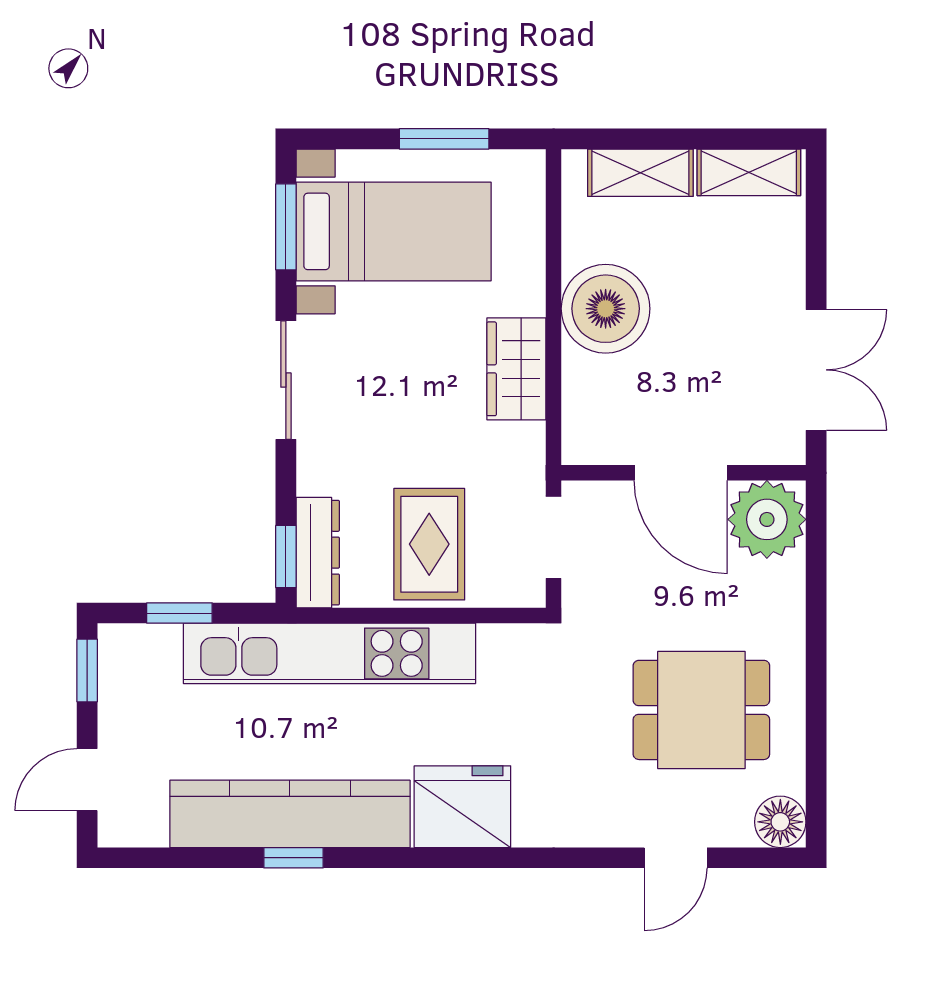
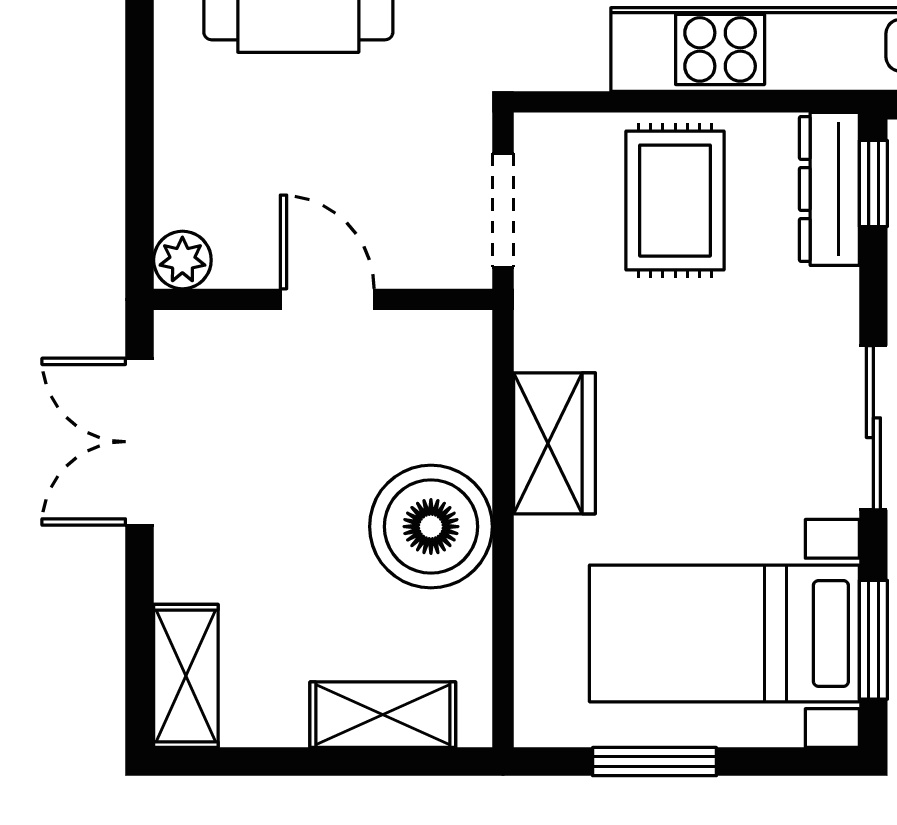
shelving: (749, 172) -> (186, 676), moved, turned 90
door: (681, 473) -> (327, 299), width x0.73
plant: (767, 519) -> (182, 260), width x0.53, depth x0.53

